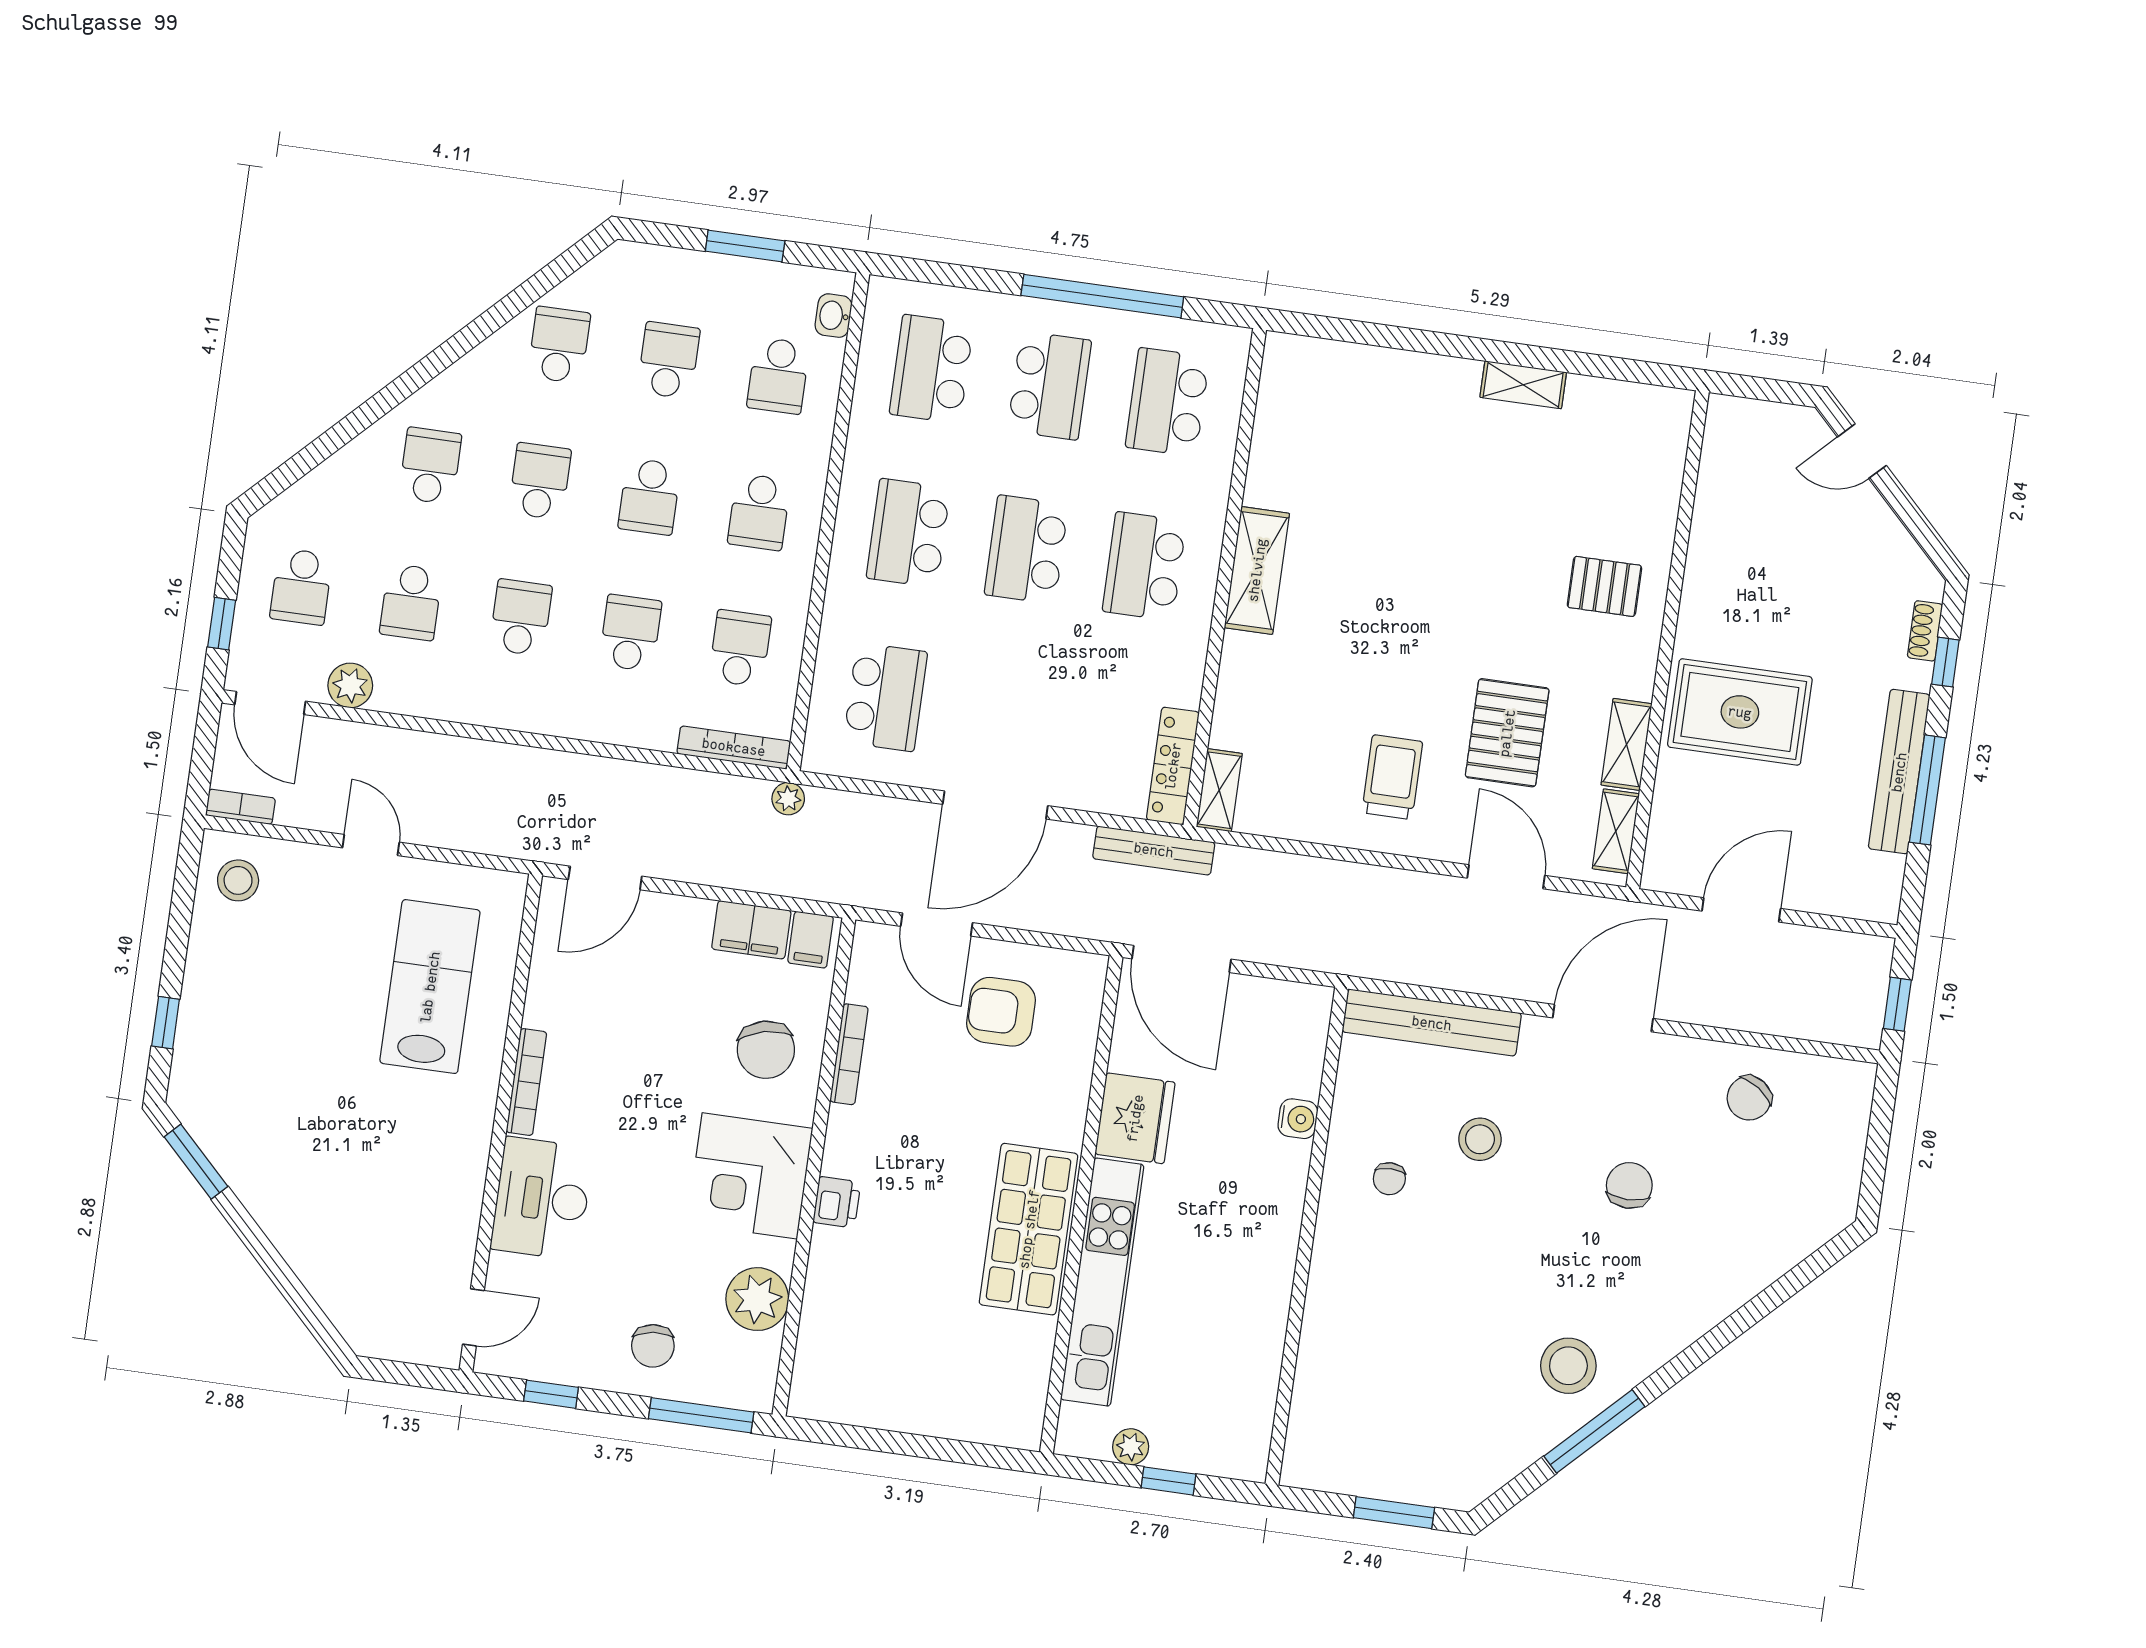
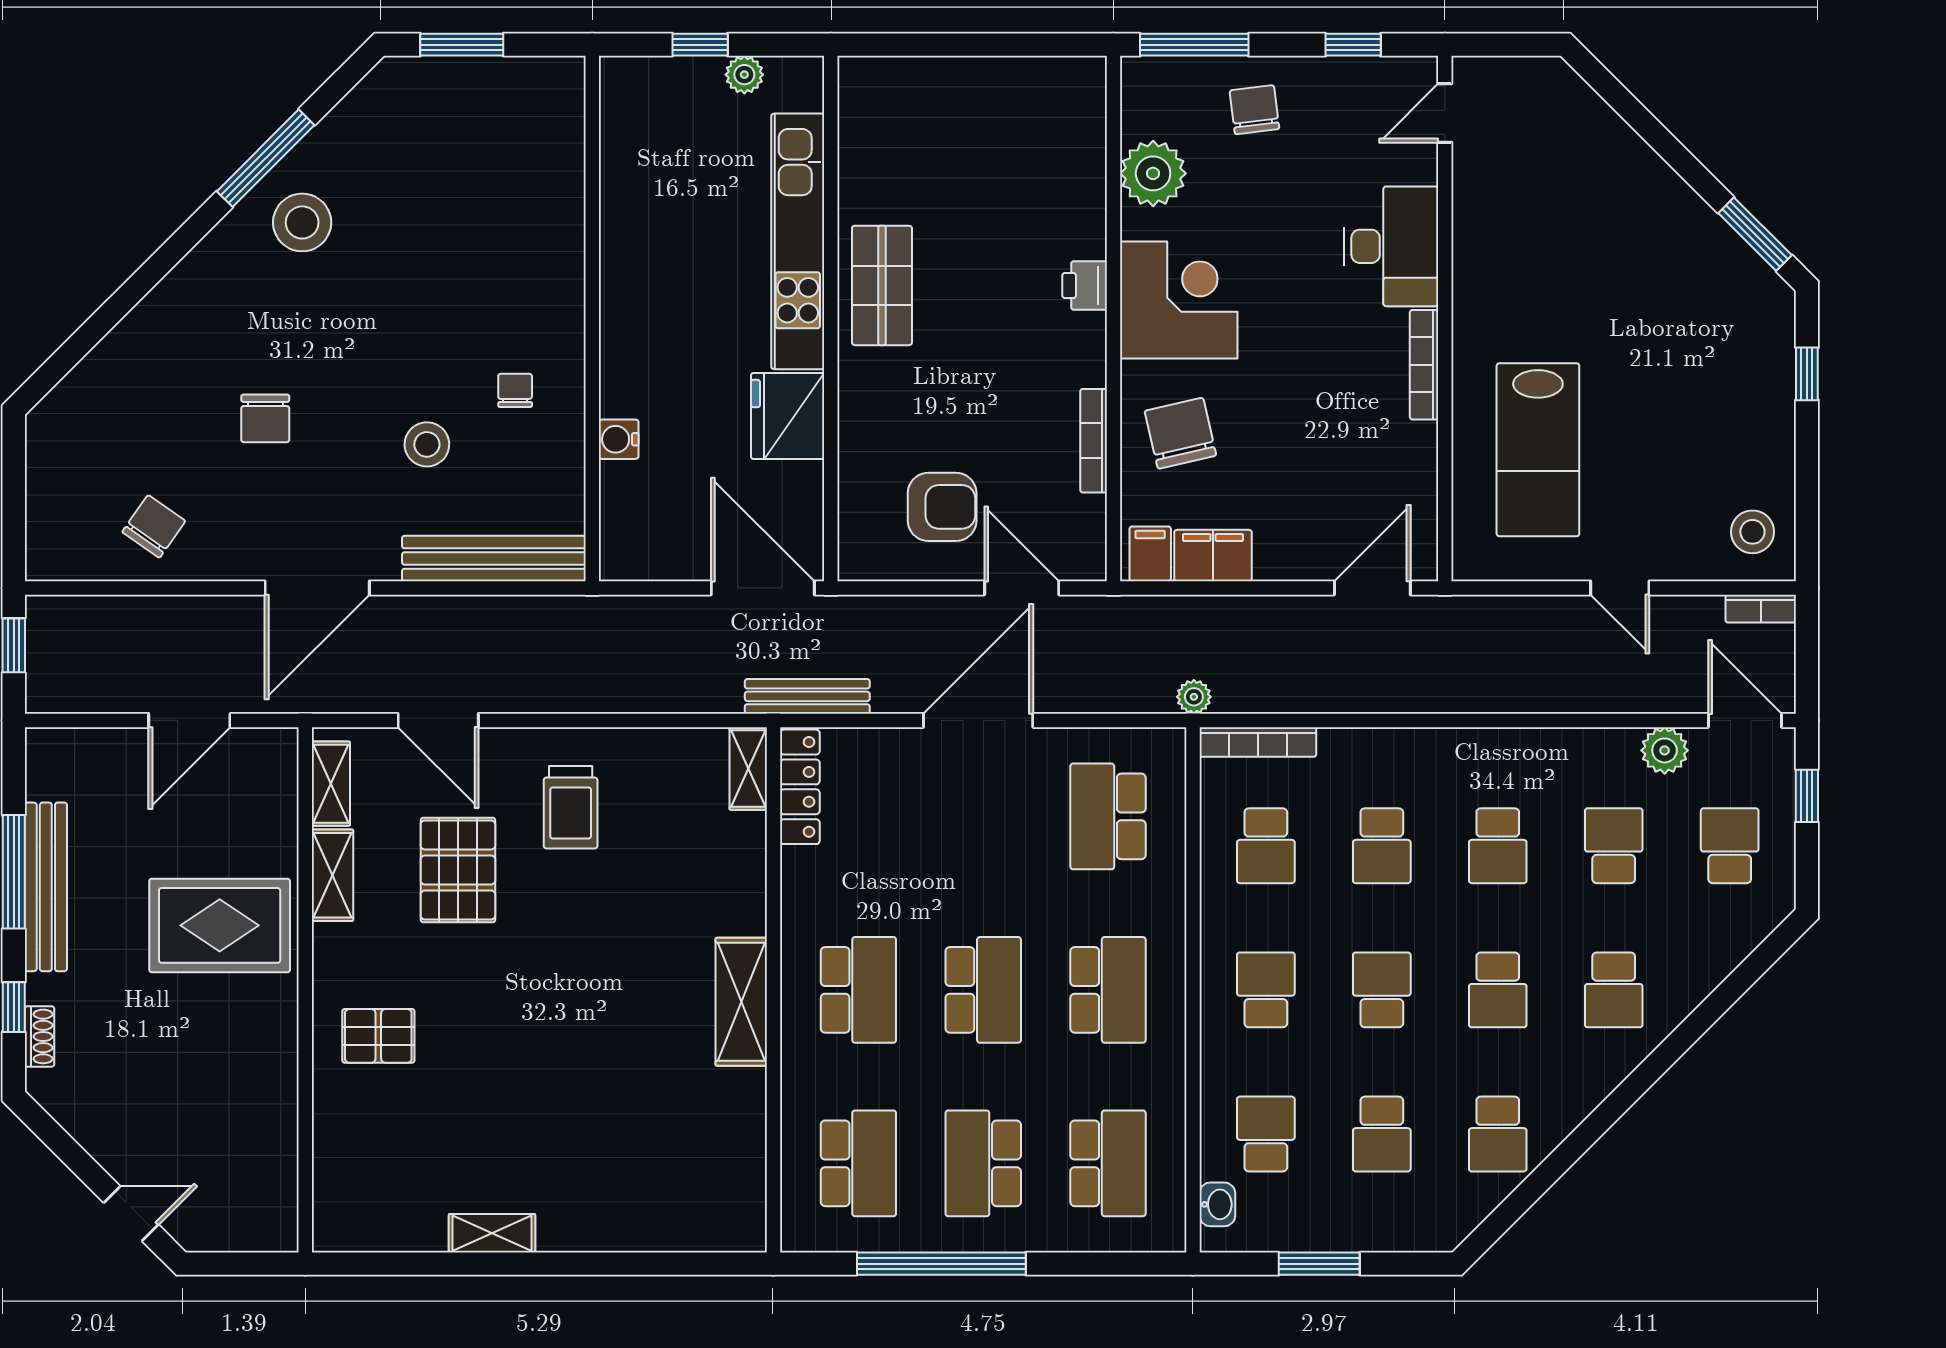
shop shelf: (1029, 1229) -> (882, 285), width x0.70, depth x0.74

